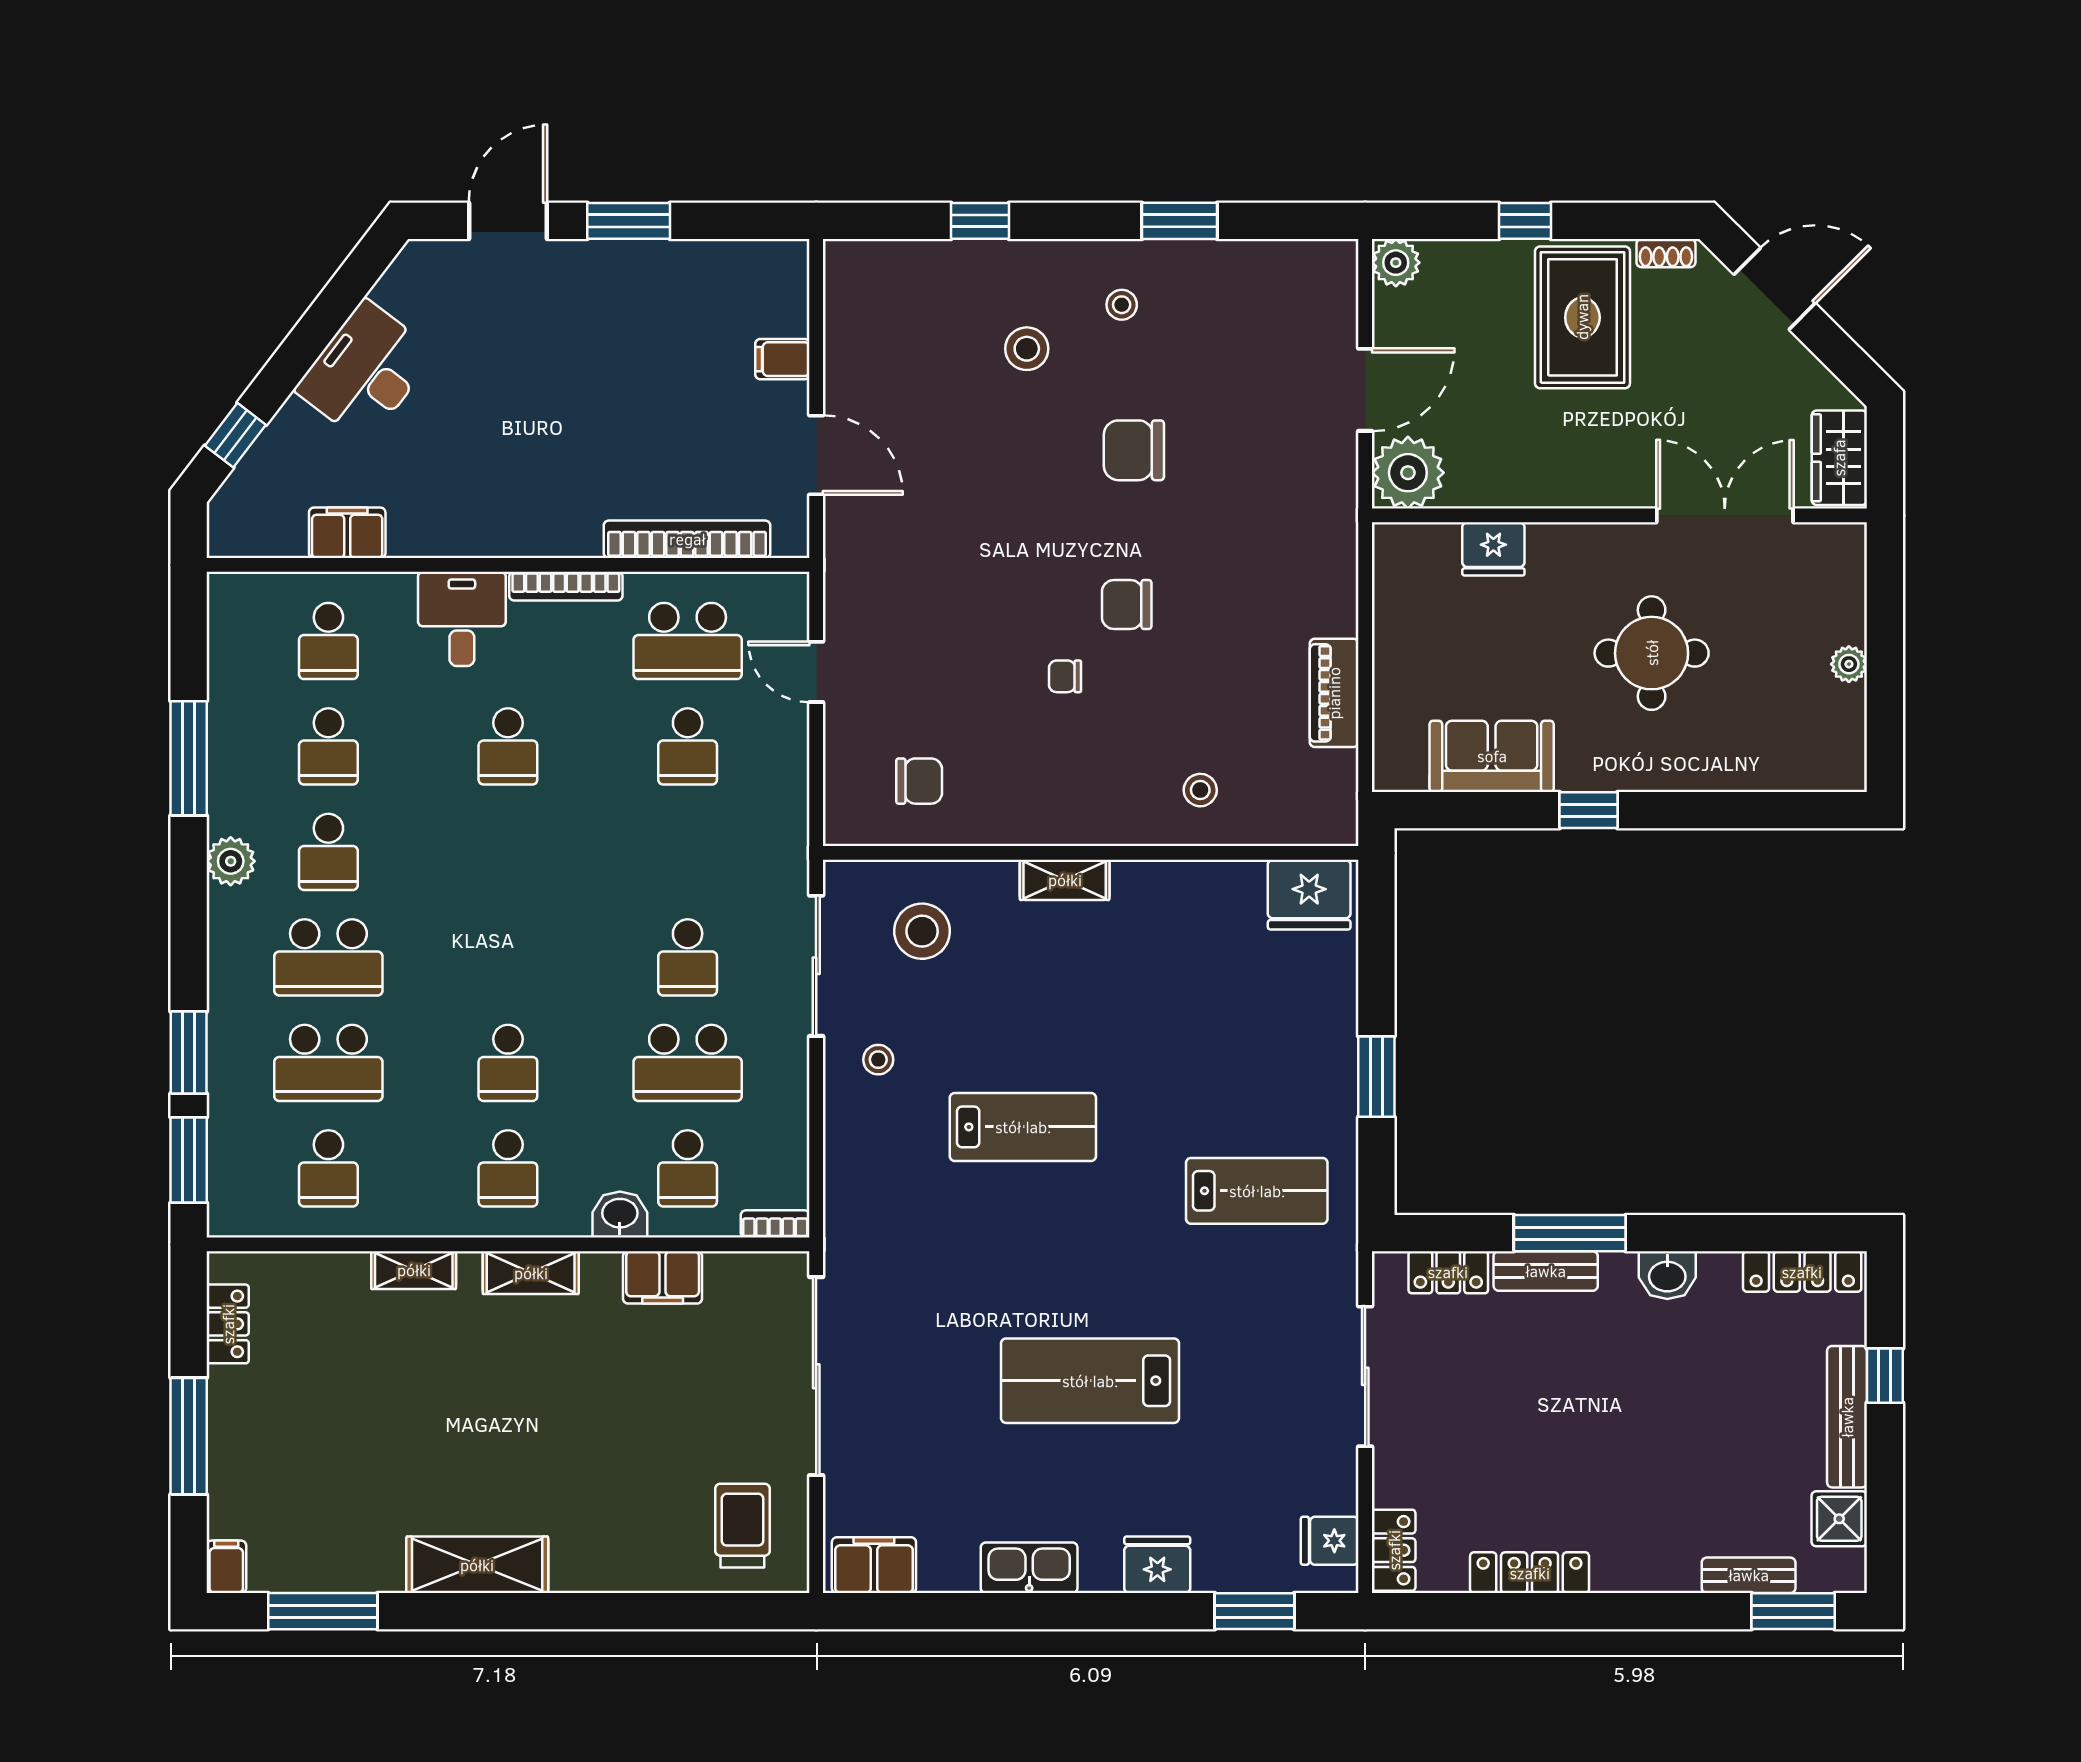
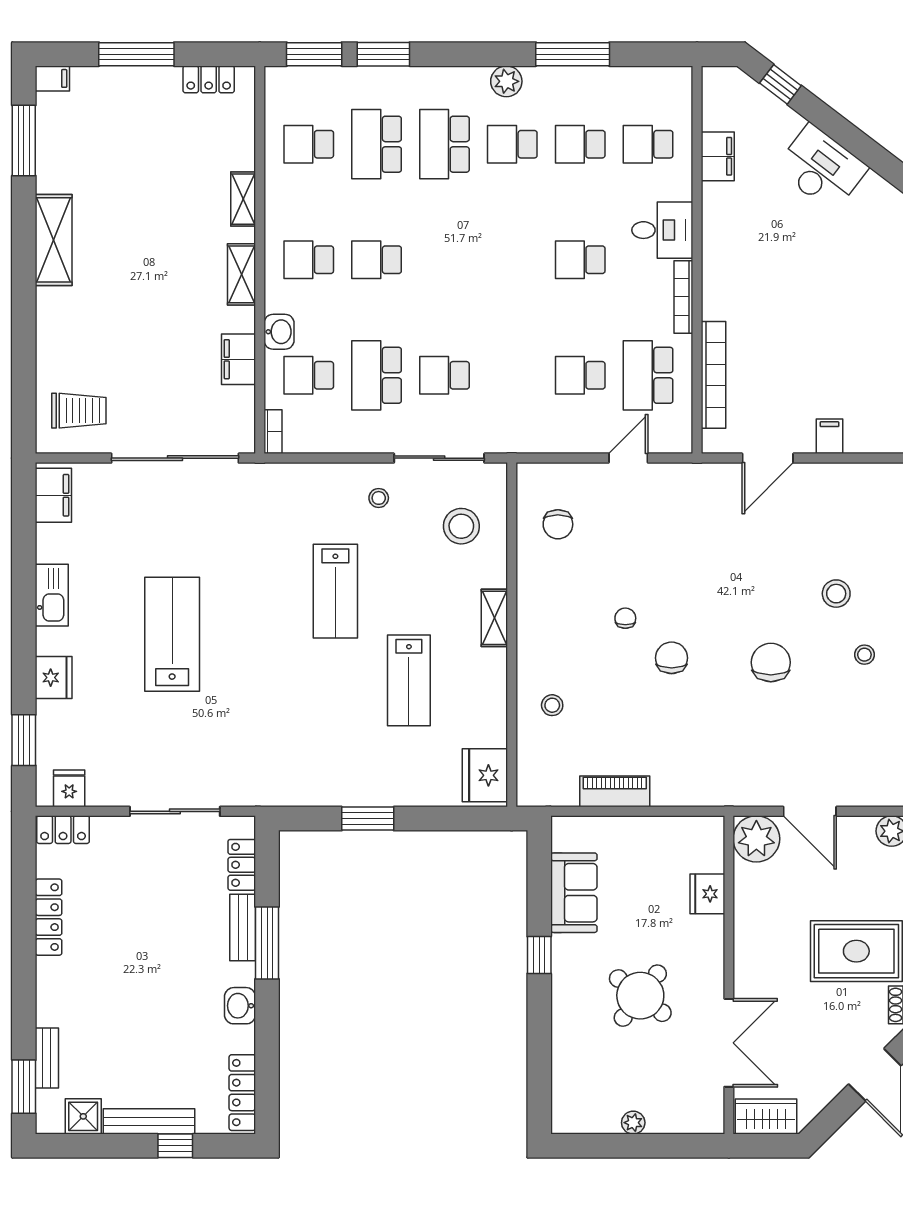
round table: (1652, 653) -> (640, 996), turned 38
lab bench: (1257, 1191) -> (409, 680), moved

